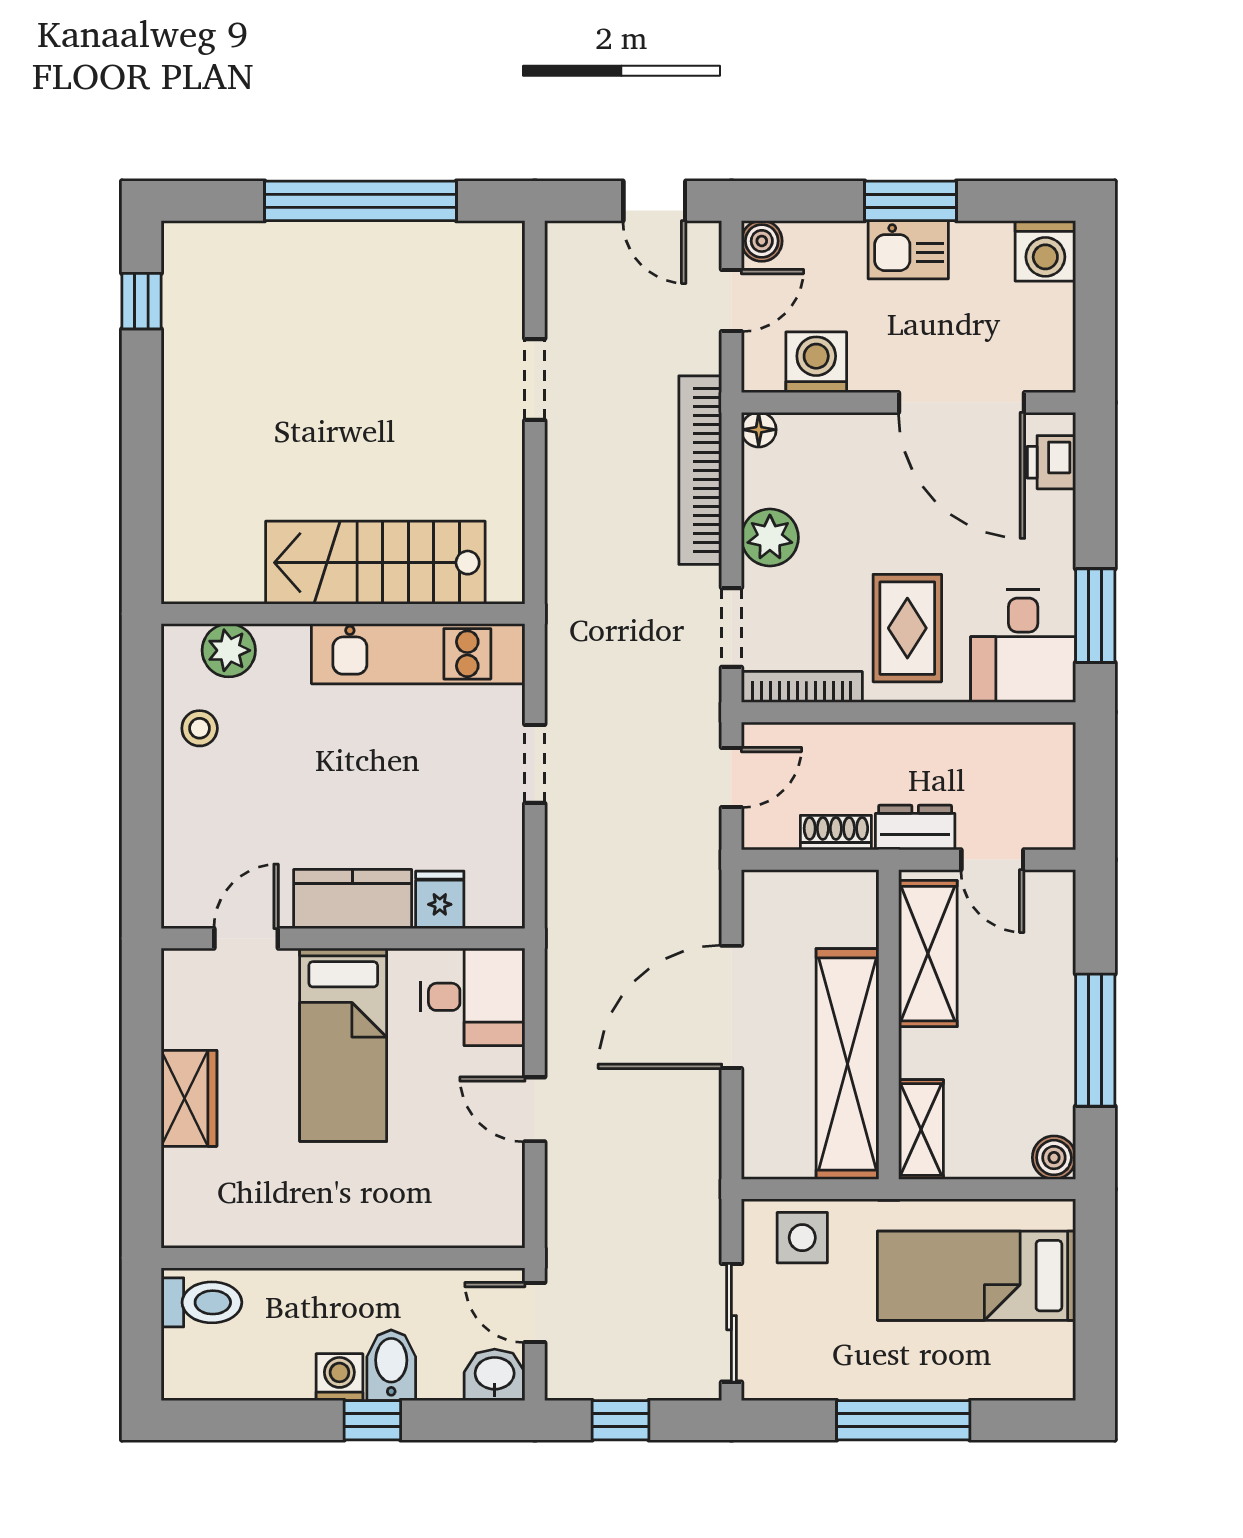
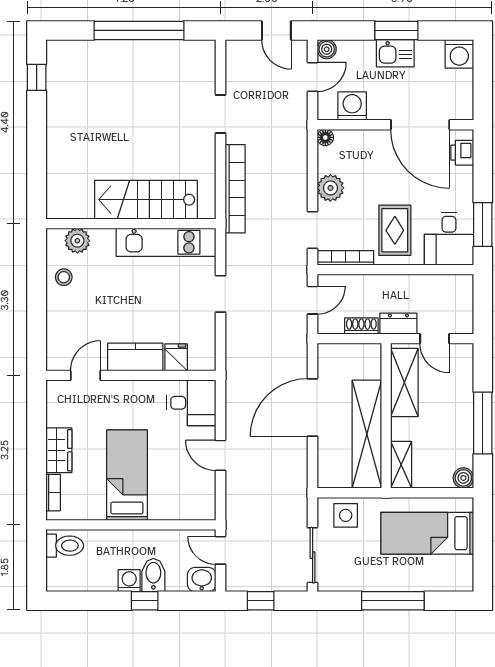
bookcase: (700, 470) -> (235, 189), moved, turned 180
bed: (343, 1045) -> (127, 475), moved, turned 180
bookcase: (177, 1189) -> (53, 493), added

